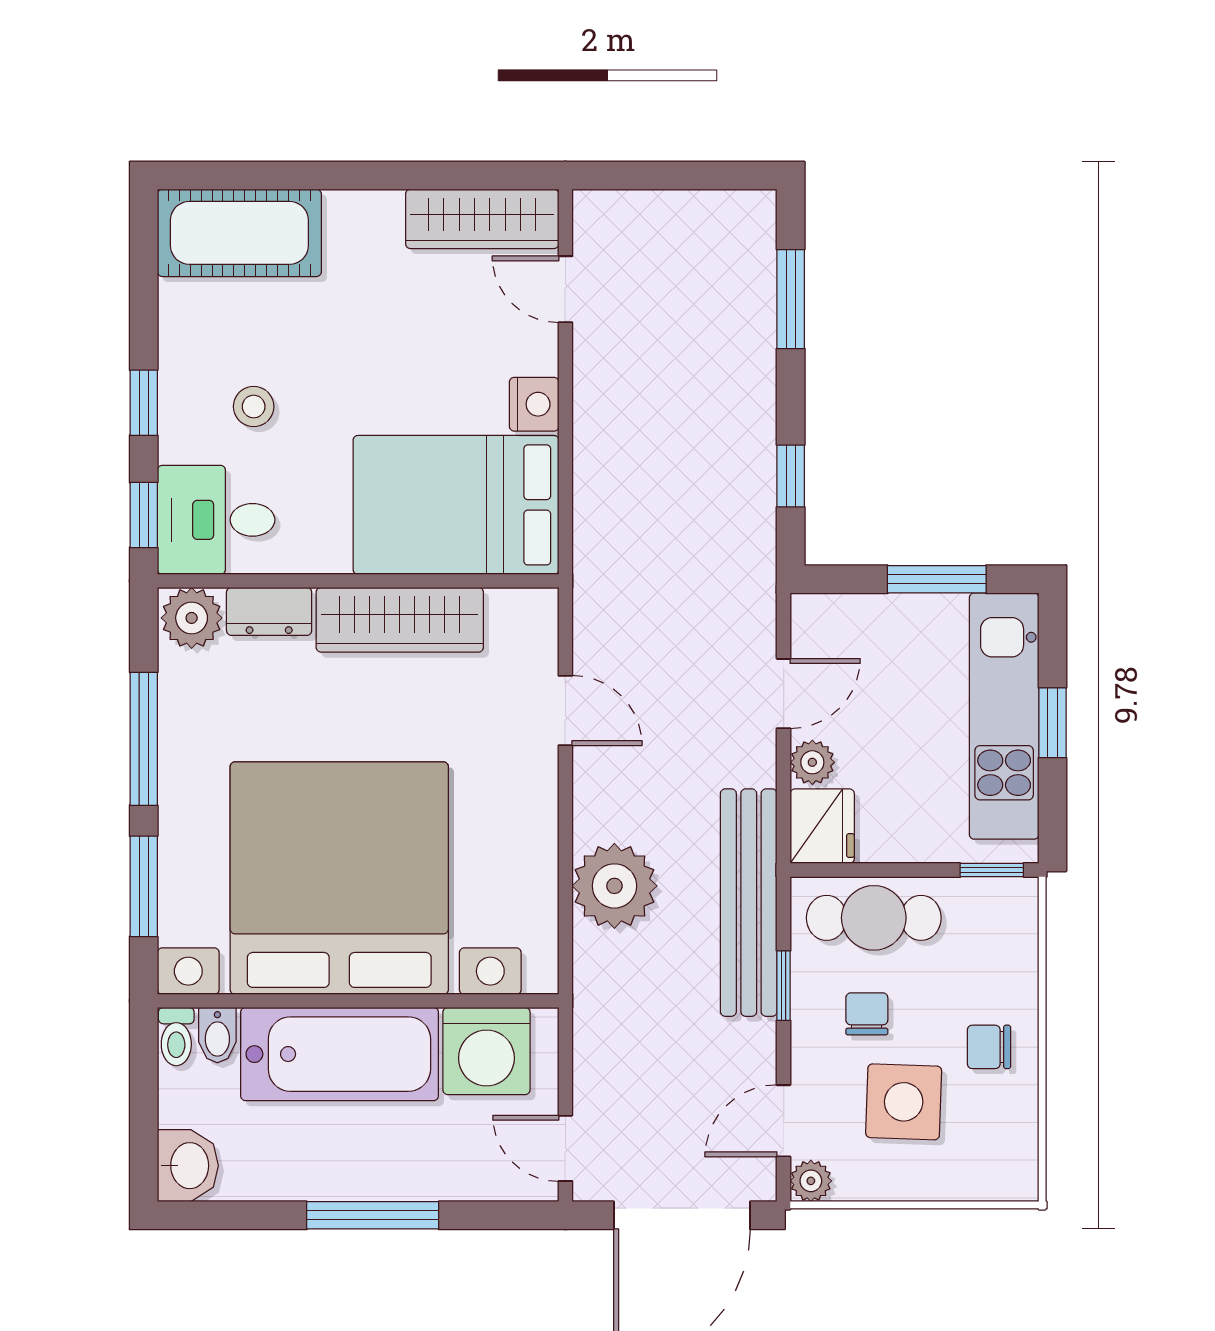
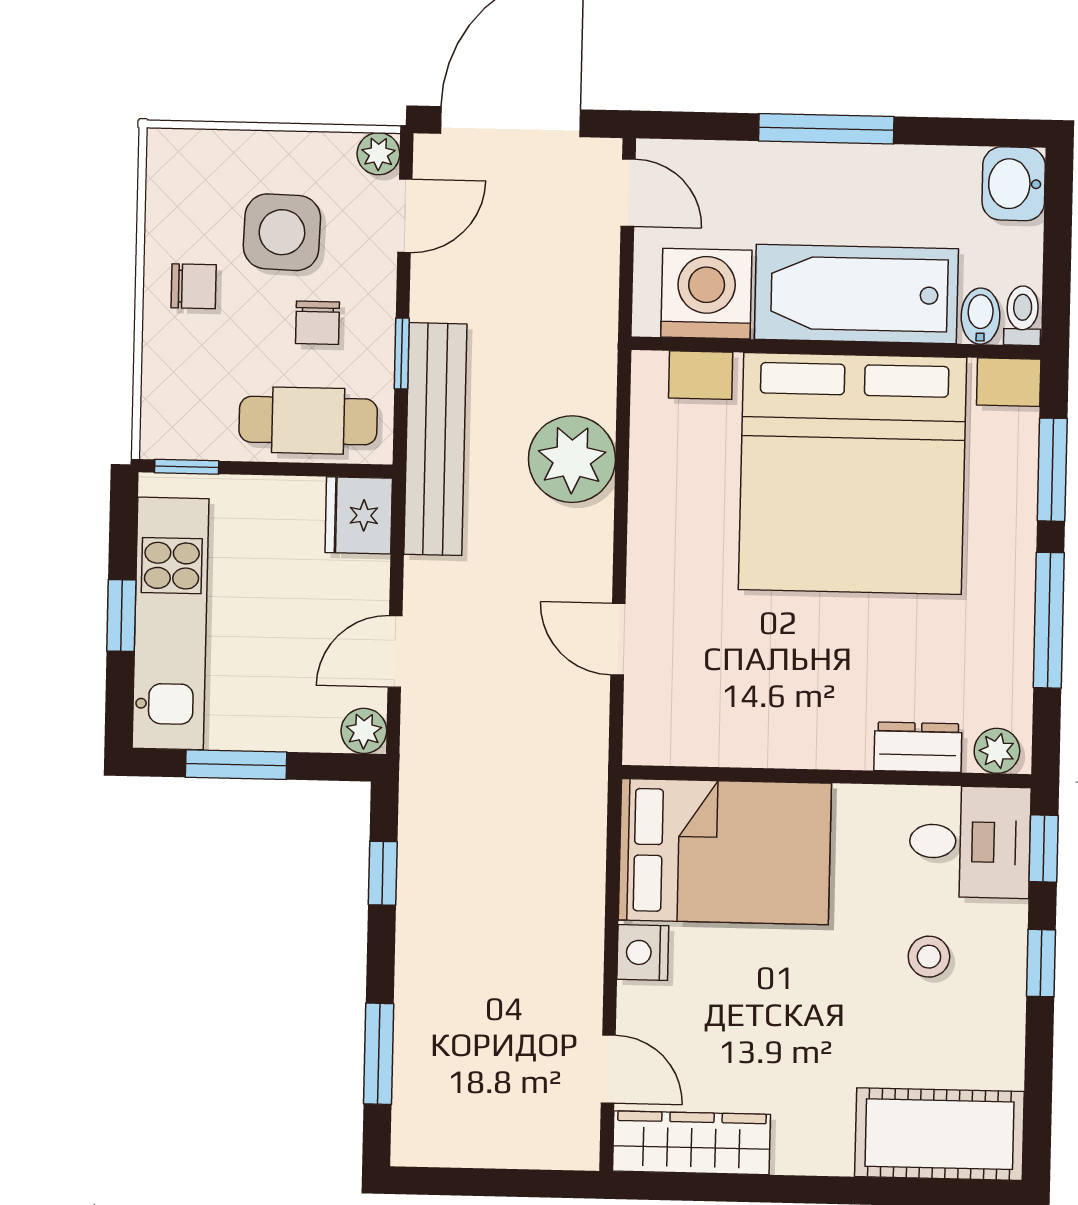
plant: (192, 618) -> (997, 751), width x0.73, depth x0.73
wardrobe: (400, 620) -> (785, 736), removed
plant: (812, 762) -> (364, 731), moved

